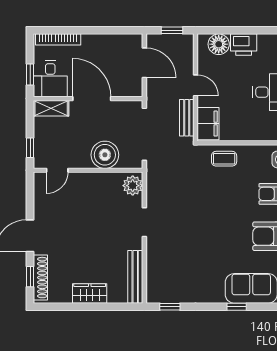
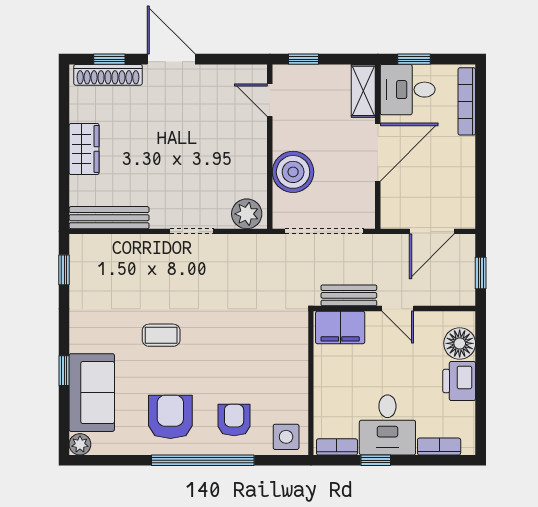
door: (196, 85) -> (398, 309), hinge flipped
coffee table: (224, 159) -> (161, 335), moved, turned 90

